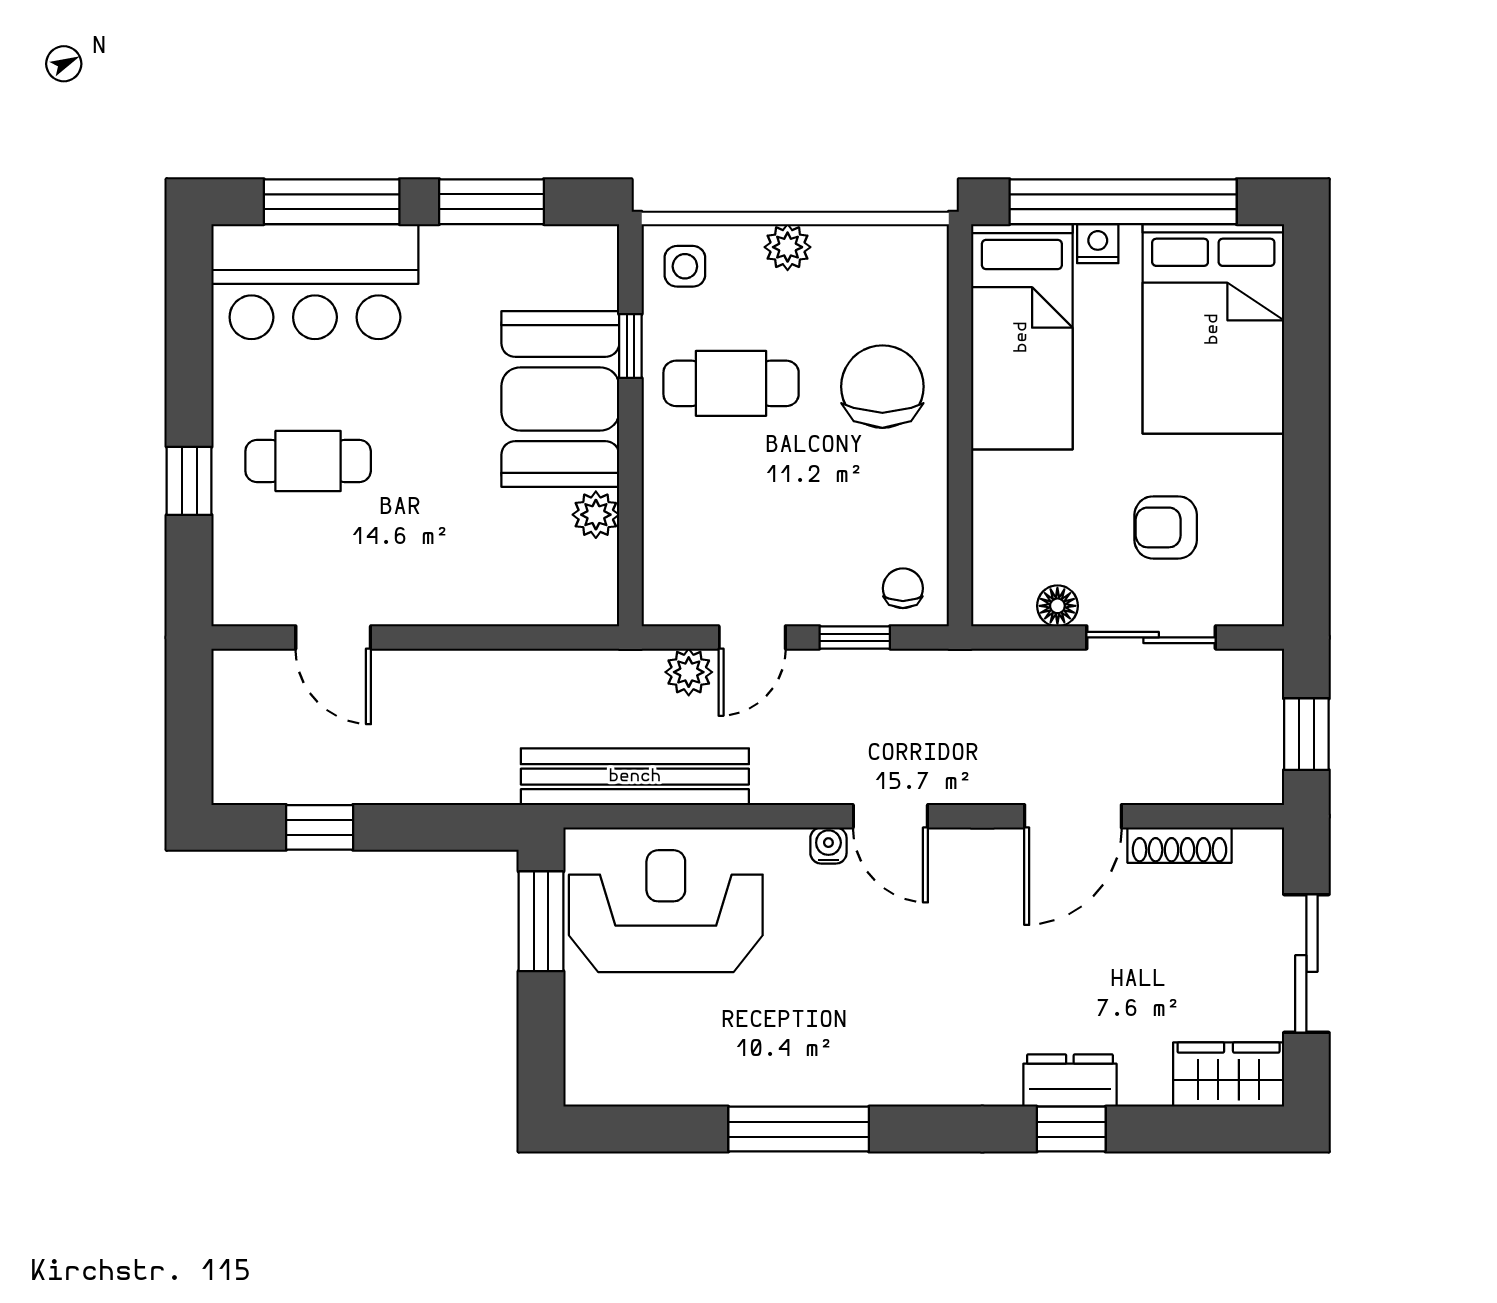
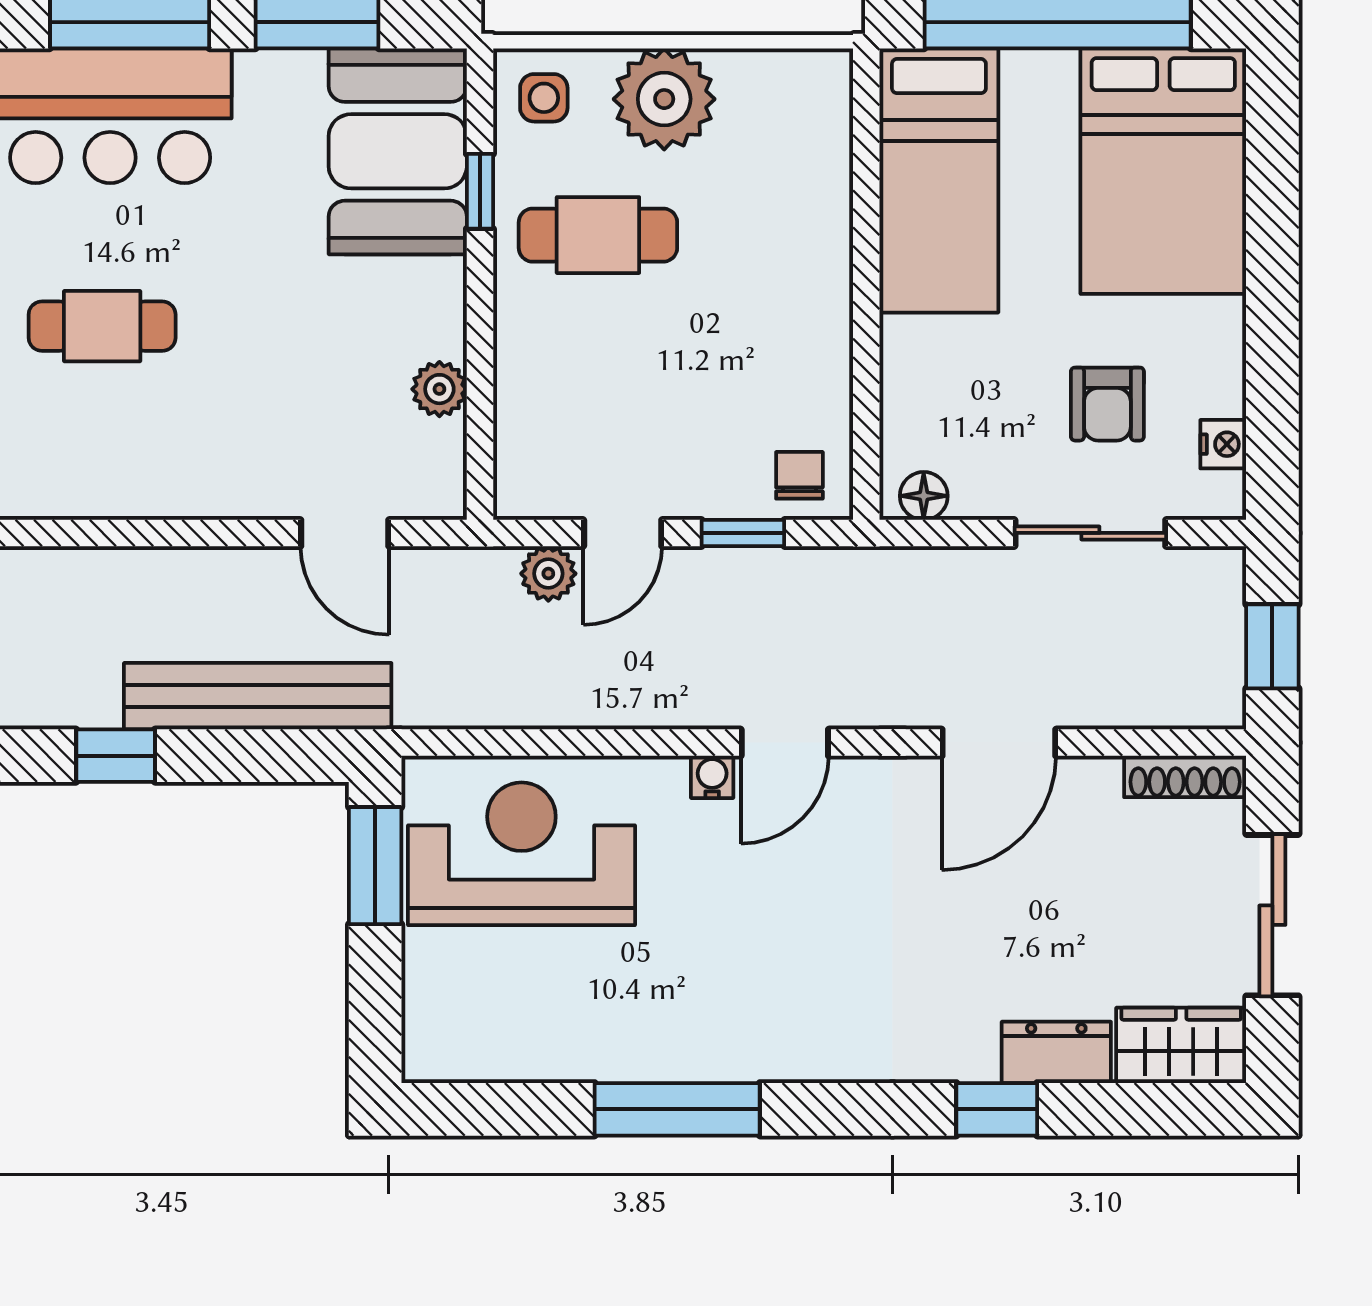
nightstand: (1098, 244) -> (1223, 444), moved, turned 90
plant: (788, 247) -> (664, 99), width x1.87, depth x1.87
chair: (882, 387) -> (775, 239), removed
booth: (560, 399) -> (398, 151), moved
armchair: (1166, 527) -> (1107, 404), turned -90
floor lamp: (1057, 606) -> (924, 496), moved
door: (333, 637) -> (345, 533), moved
bench: (635, 777) -> (258, 696), moved
door: (890, 816) -> (785, 743), hinge flipped
shoe rack: (1180, 845) -> (1185, 776), moved
dresser: (1070, 1080) -> (1056, 1052), moved

